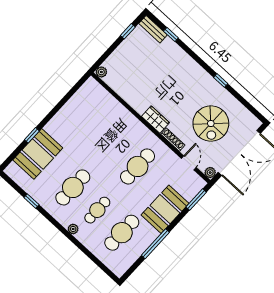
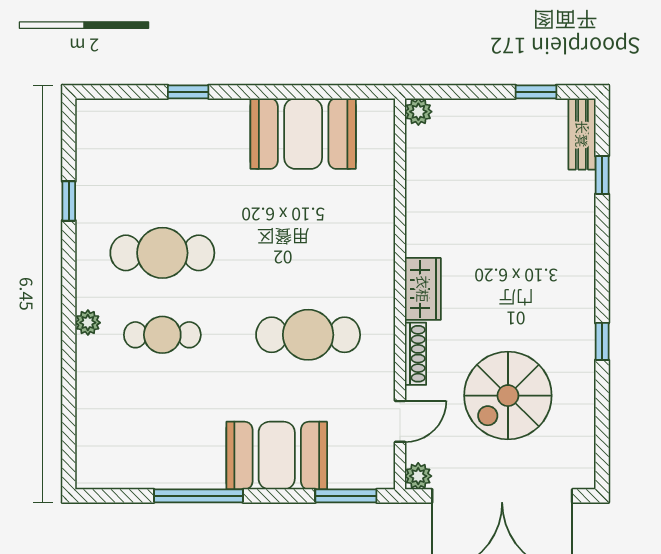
booth: (38, 154) -> (303, 134), moved
cafe table: (122, 233) -> (162, 417), removed

